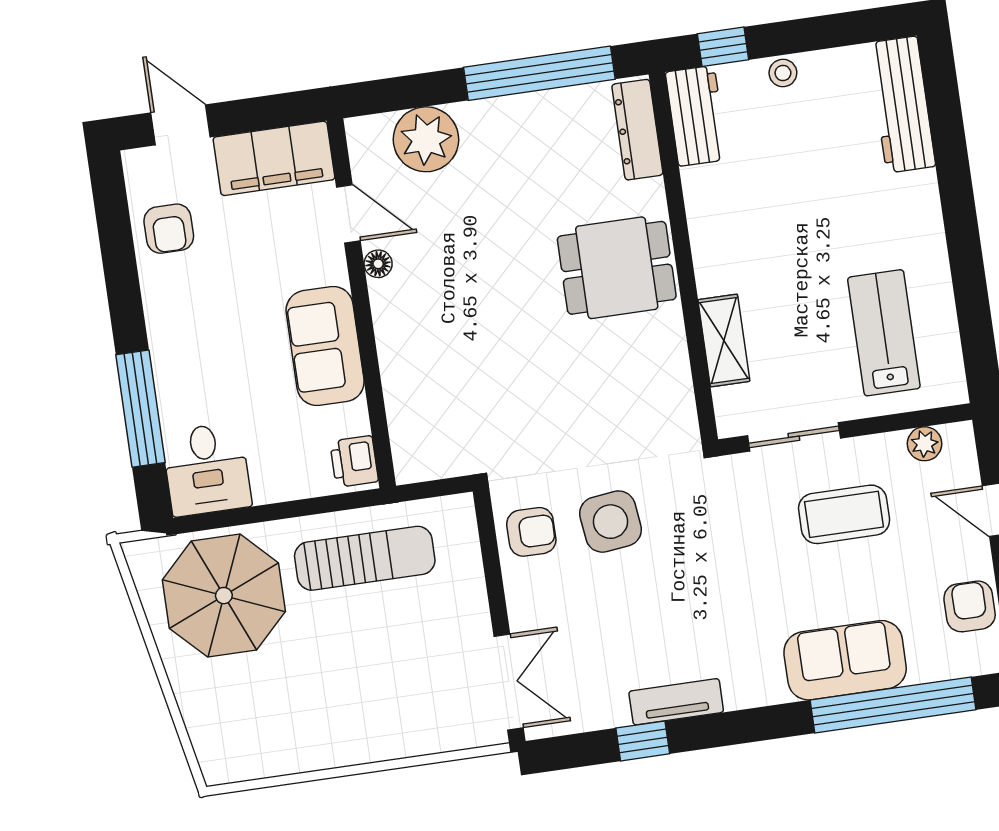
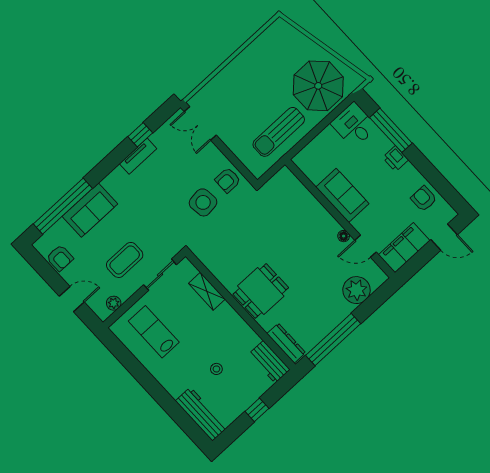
window: (723, 47) -> (257, 410), moved
stool: (783, 73) -> (216, 369), moved
lab bench: (884, 333) -> (154, 332), turned 180
printer: (354, 461) -> (396, 159), moved, turned 180

